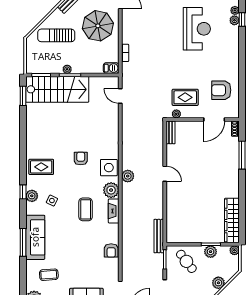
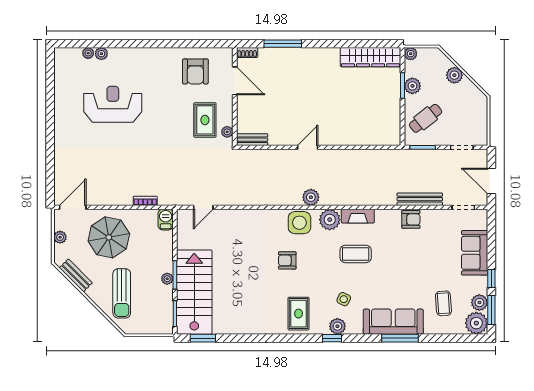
window: (242, 19) -> (100, 44), removed
bench: (159, 236) -> (420, 199), moved

